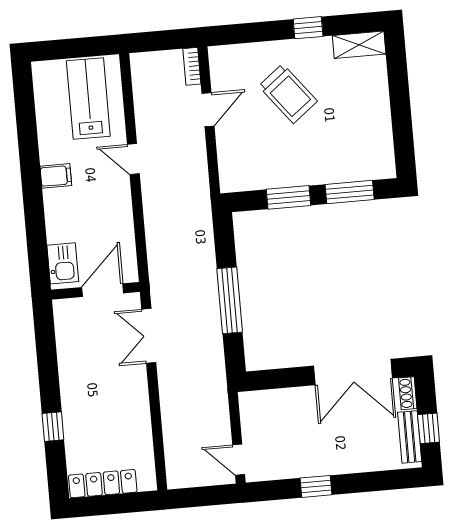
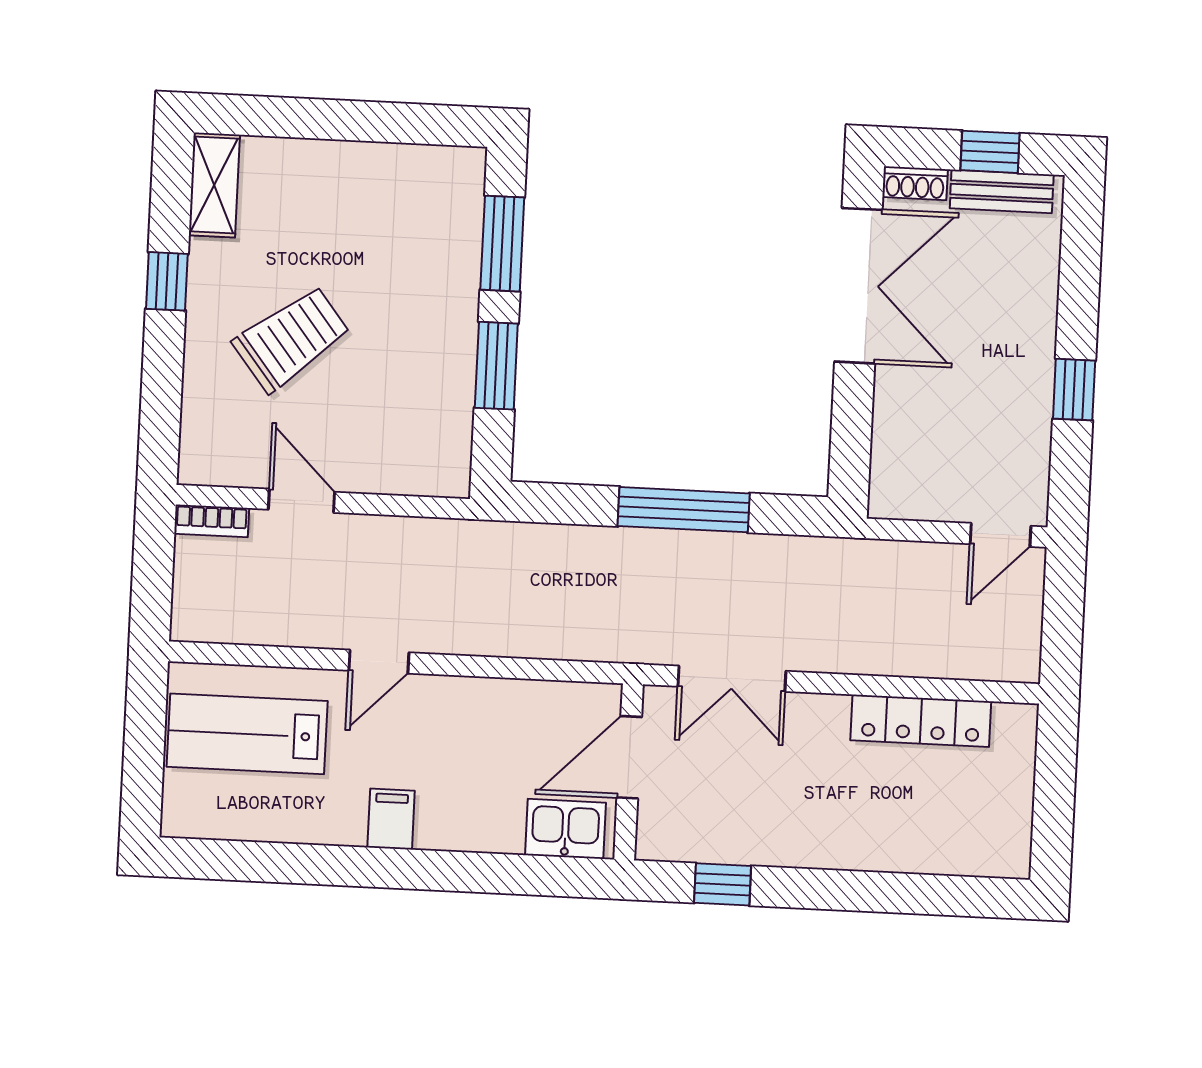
door: (103, 290) -> (629, 757), hinge flipped
window: (53, 427) -> (723, 884), moved
locker: (103, 484) -> (921, 721), moved, turned -90

